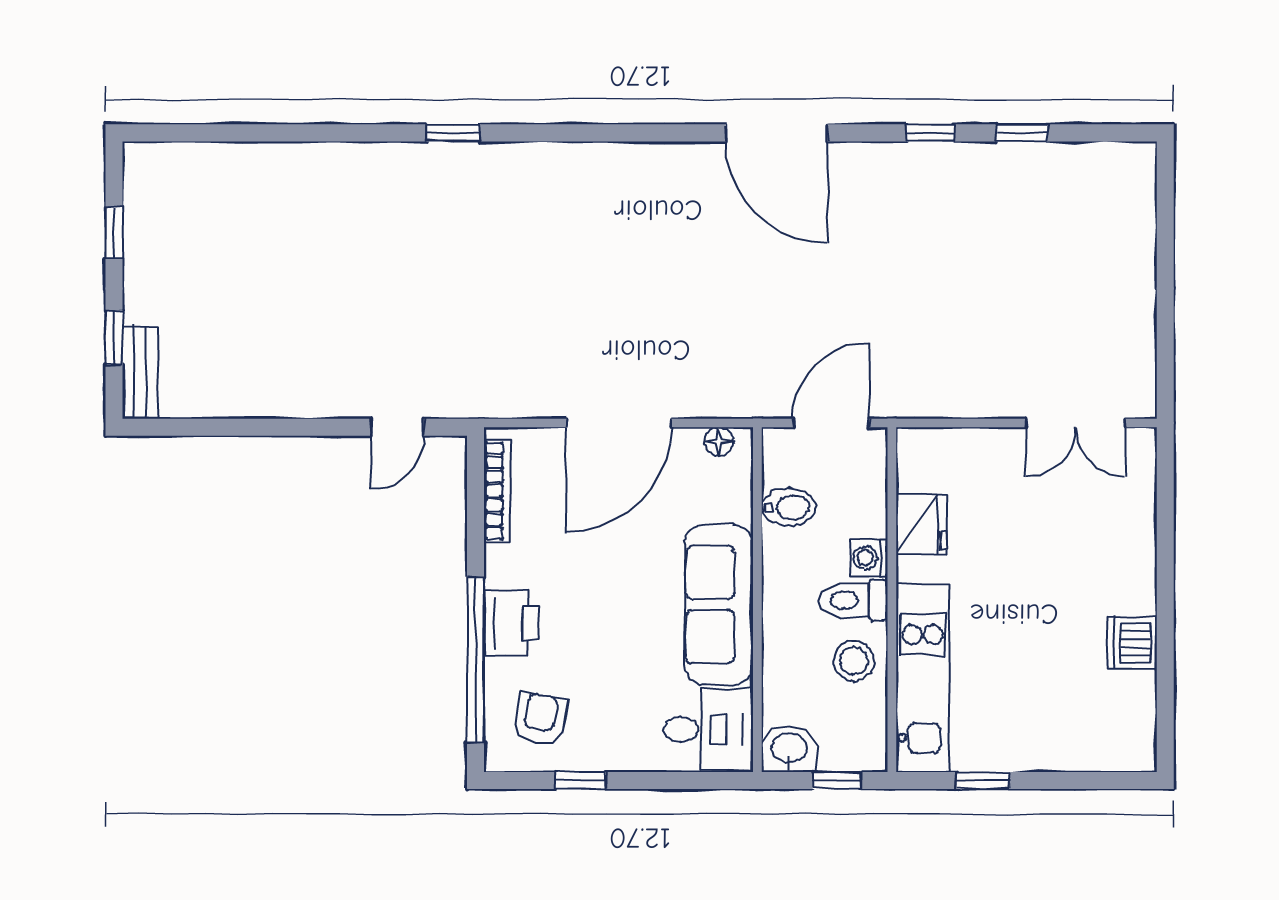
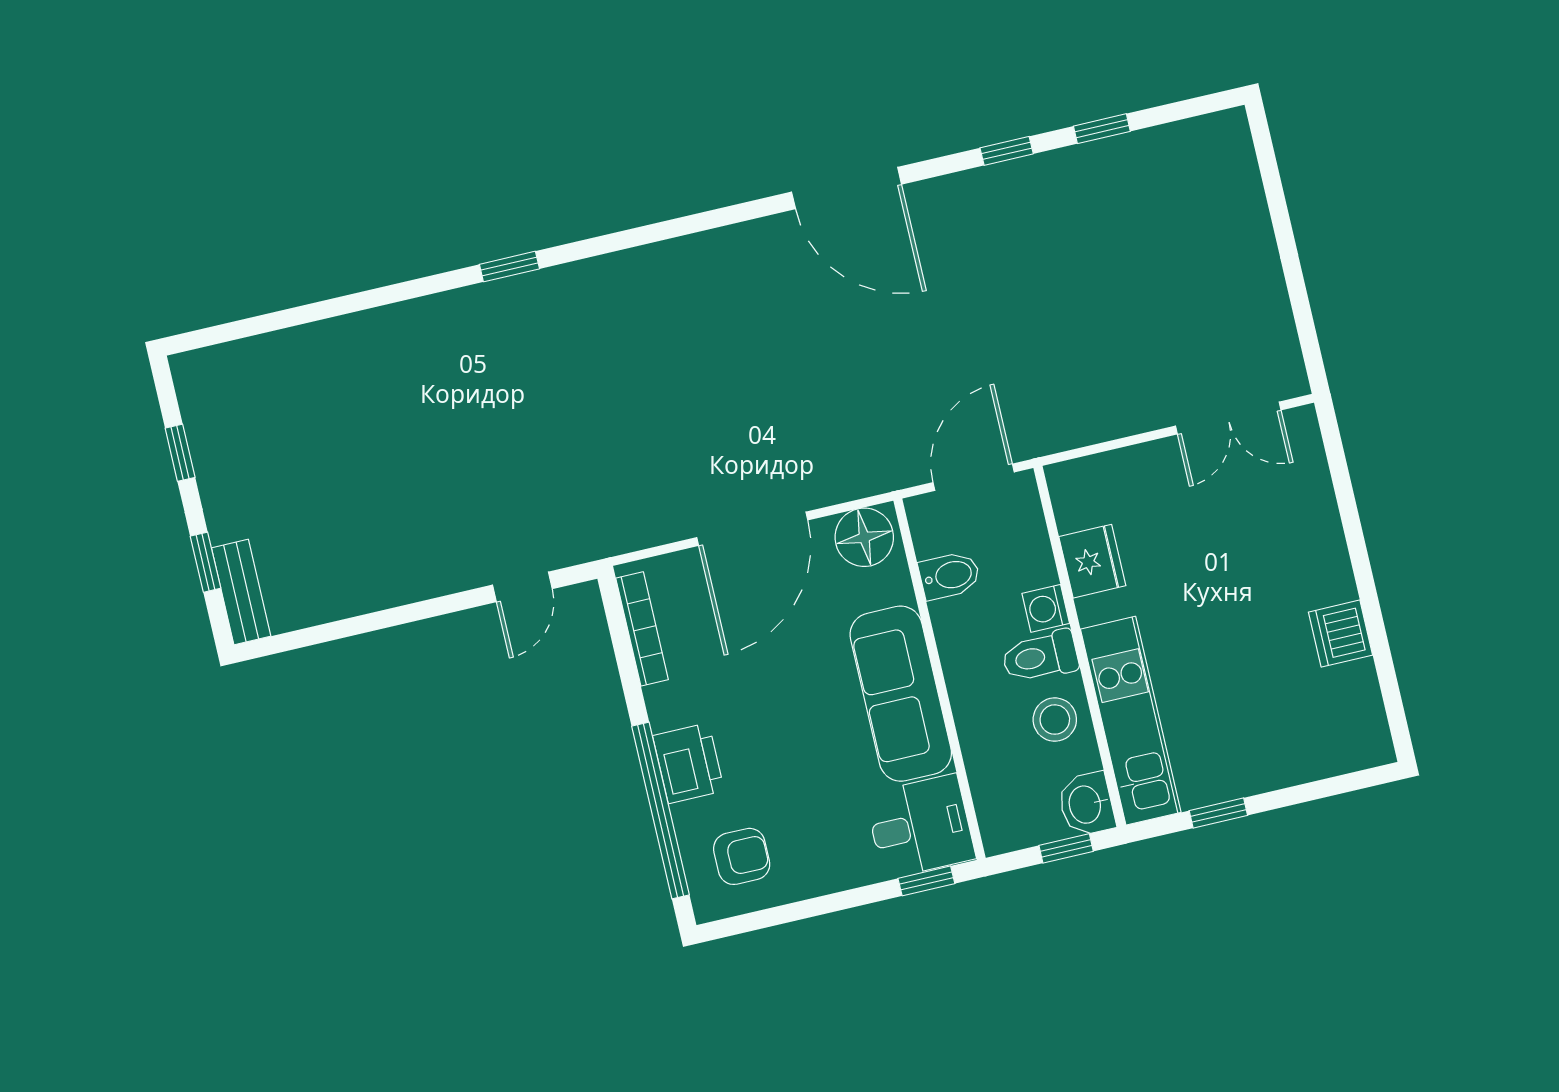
floor lamp: (719, 442) -> (864, 537), width x1.89, depth x1.89
armchair: (540, 719) -> (742, 856), turned 79
washbasin: (789, 749) -> (1086, 804), moved, turned -90
window: (581, 780) -> (926, 881), moved

